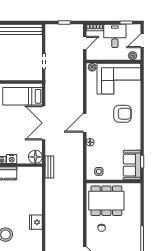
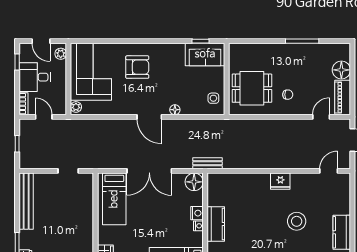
armchair: (122, 114) -> (137, 67), turned 90
dining table: (106, 201) -> (252, 88), width x0.73

